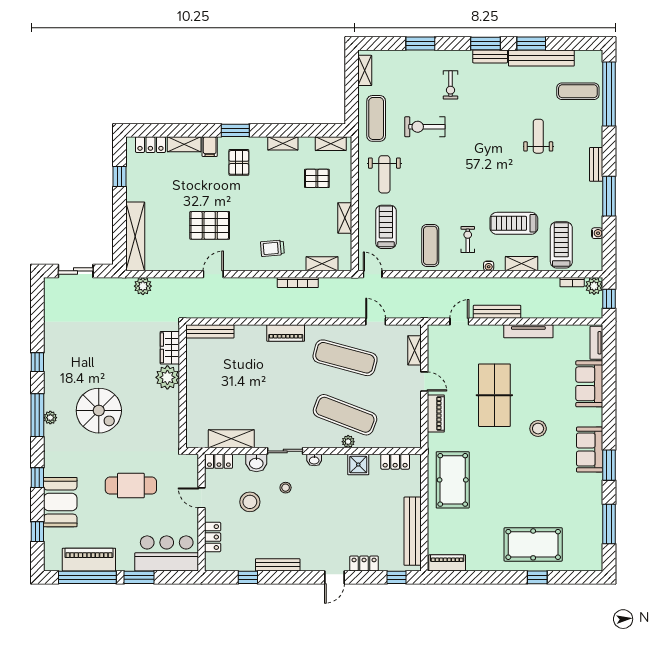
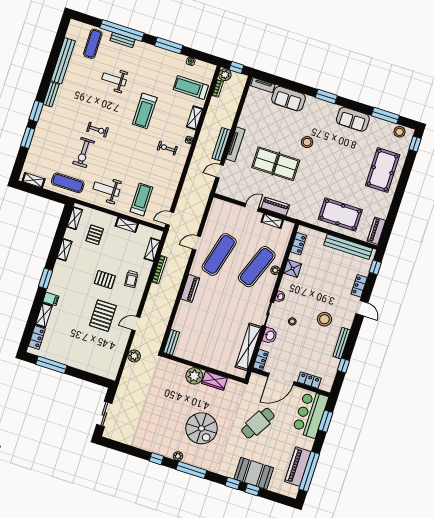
window: (486, 44) -> (36, 111), moved
window: (531, 44) -> (51, 64), removed
exercise bike: (450, 85) -> (98, 130), moved
window: (609, 94) -> (122, 30), moved
pallet: (239, 162) -> (105, 280), moved
bench: (596, 164) -> (122, 40), moved
weight bench: (384, 174) -> (106, 189), turned 180
window: (119, 176) -> (51, 365), width x2.17
treadmill: (514, 223) -> (145, 111), moved
treadmill: (386, 227) -> (141, 199), turned 90
shelving: (135, 236) -> (94, 367), removed
exercise mat: (430, 246) -> (163, 174), removed
door: (213, 274) -> (136, 324), hinge flipped
plant: (143, 286) -> (134, 356), moved
door: (376, 322) -> (196, 243), moved
door: (459, 322) -> (220, 171), hinge flipped
bench: (210, 331) -> (172, 342), width x0.73
tv unit: (528, 331) -> (235, 144), moved
wardrobe: (170, 348) -> (214, 381), moved
shelving: (414, 350) -> (272, 221), moved
spiral stairs: (99, 411) -> (201, 428), turned 90
plant: (50, 418) -> (178, 456), moved
shelving: (231, 439) -> (248, 347), width x1.47
sofa: (590, 450) -> (353, 119), moved
window: (609, 465) -> (326, 97), moved
pool table: (453, 480) -> (340, 215), moved
cafe table: (131, 486) -> (258, 423), turned 31
door: (202, 498) -> (281, 379), width x1.88
stool: (250, 502) -> (324, 319), moved
window: (37, 532) -> (252, 490), moved
stool: (593, 551) -> (399, 132), added
window: (139, 577) -> (326, 421), moved
window: (537, 577) -> (415, 144), moved

